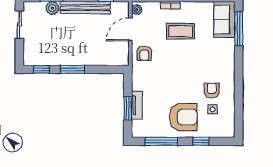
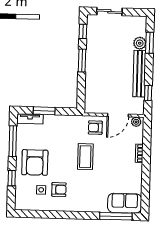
sliding door: (19, 25) -> (109, 11), moved
door: (130, 29) -> (118, 115), swing flipped
coffee table: (181, 31) -> (85, 157), moved
tv unit: (137, 105) -> (30, 119), moved

